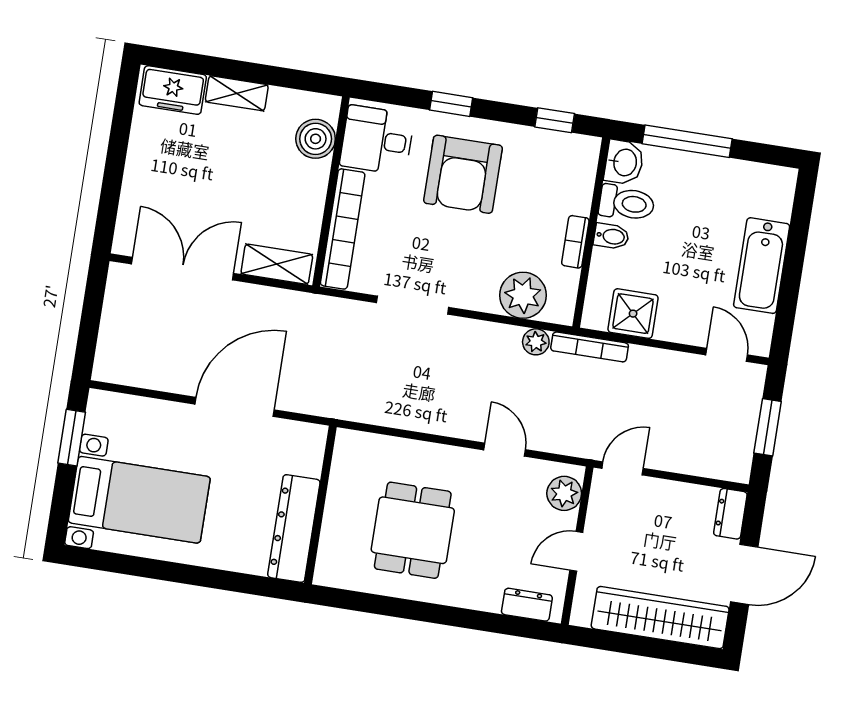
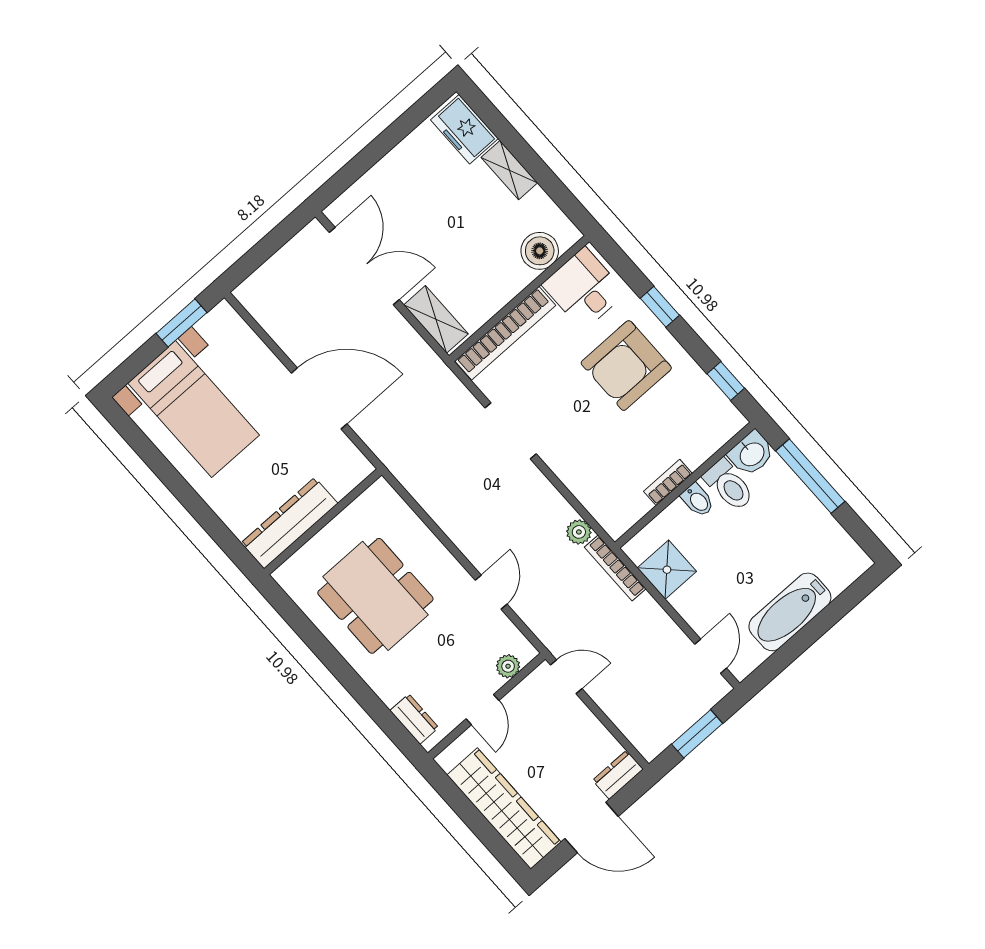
plant: (523, 295) -> (597, 490), removed
plant: (564, 493) -> (508, 666), width x0.73, depth x0.73
dining table: (413, 530) -> (375, 596), width x1.37
door: (576, 551) -> (482, 710), swing flipped

